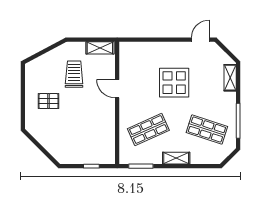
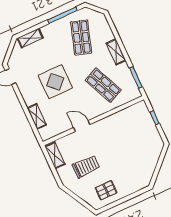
shelving: (148, 48) -> (37, 116), added
trolley: (74, 74) -> (86, 166), turned 180
door: (117, 89) -> (82, 126), swing flipped
pallet: (49, 101) -> (106, 190), moved, turned 90

